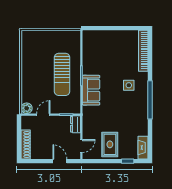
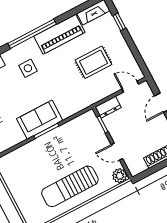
sun lounger: (62, 74) -> (70, 186), moved, turned 180
sofa: (91, 90) -> (40, 120), moved
piano: (140, 118) -> (59, 34), added
rug: (110, 144) -> (93, 62), moved

